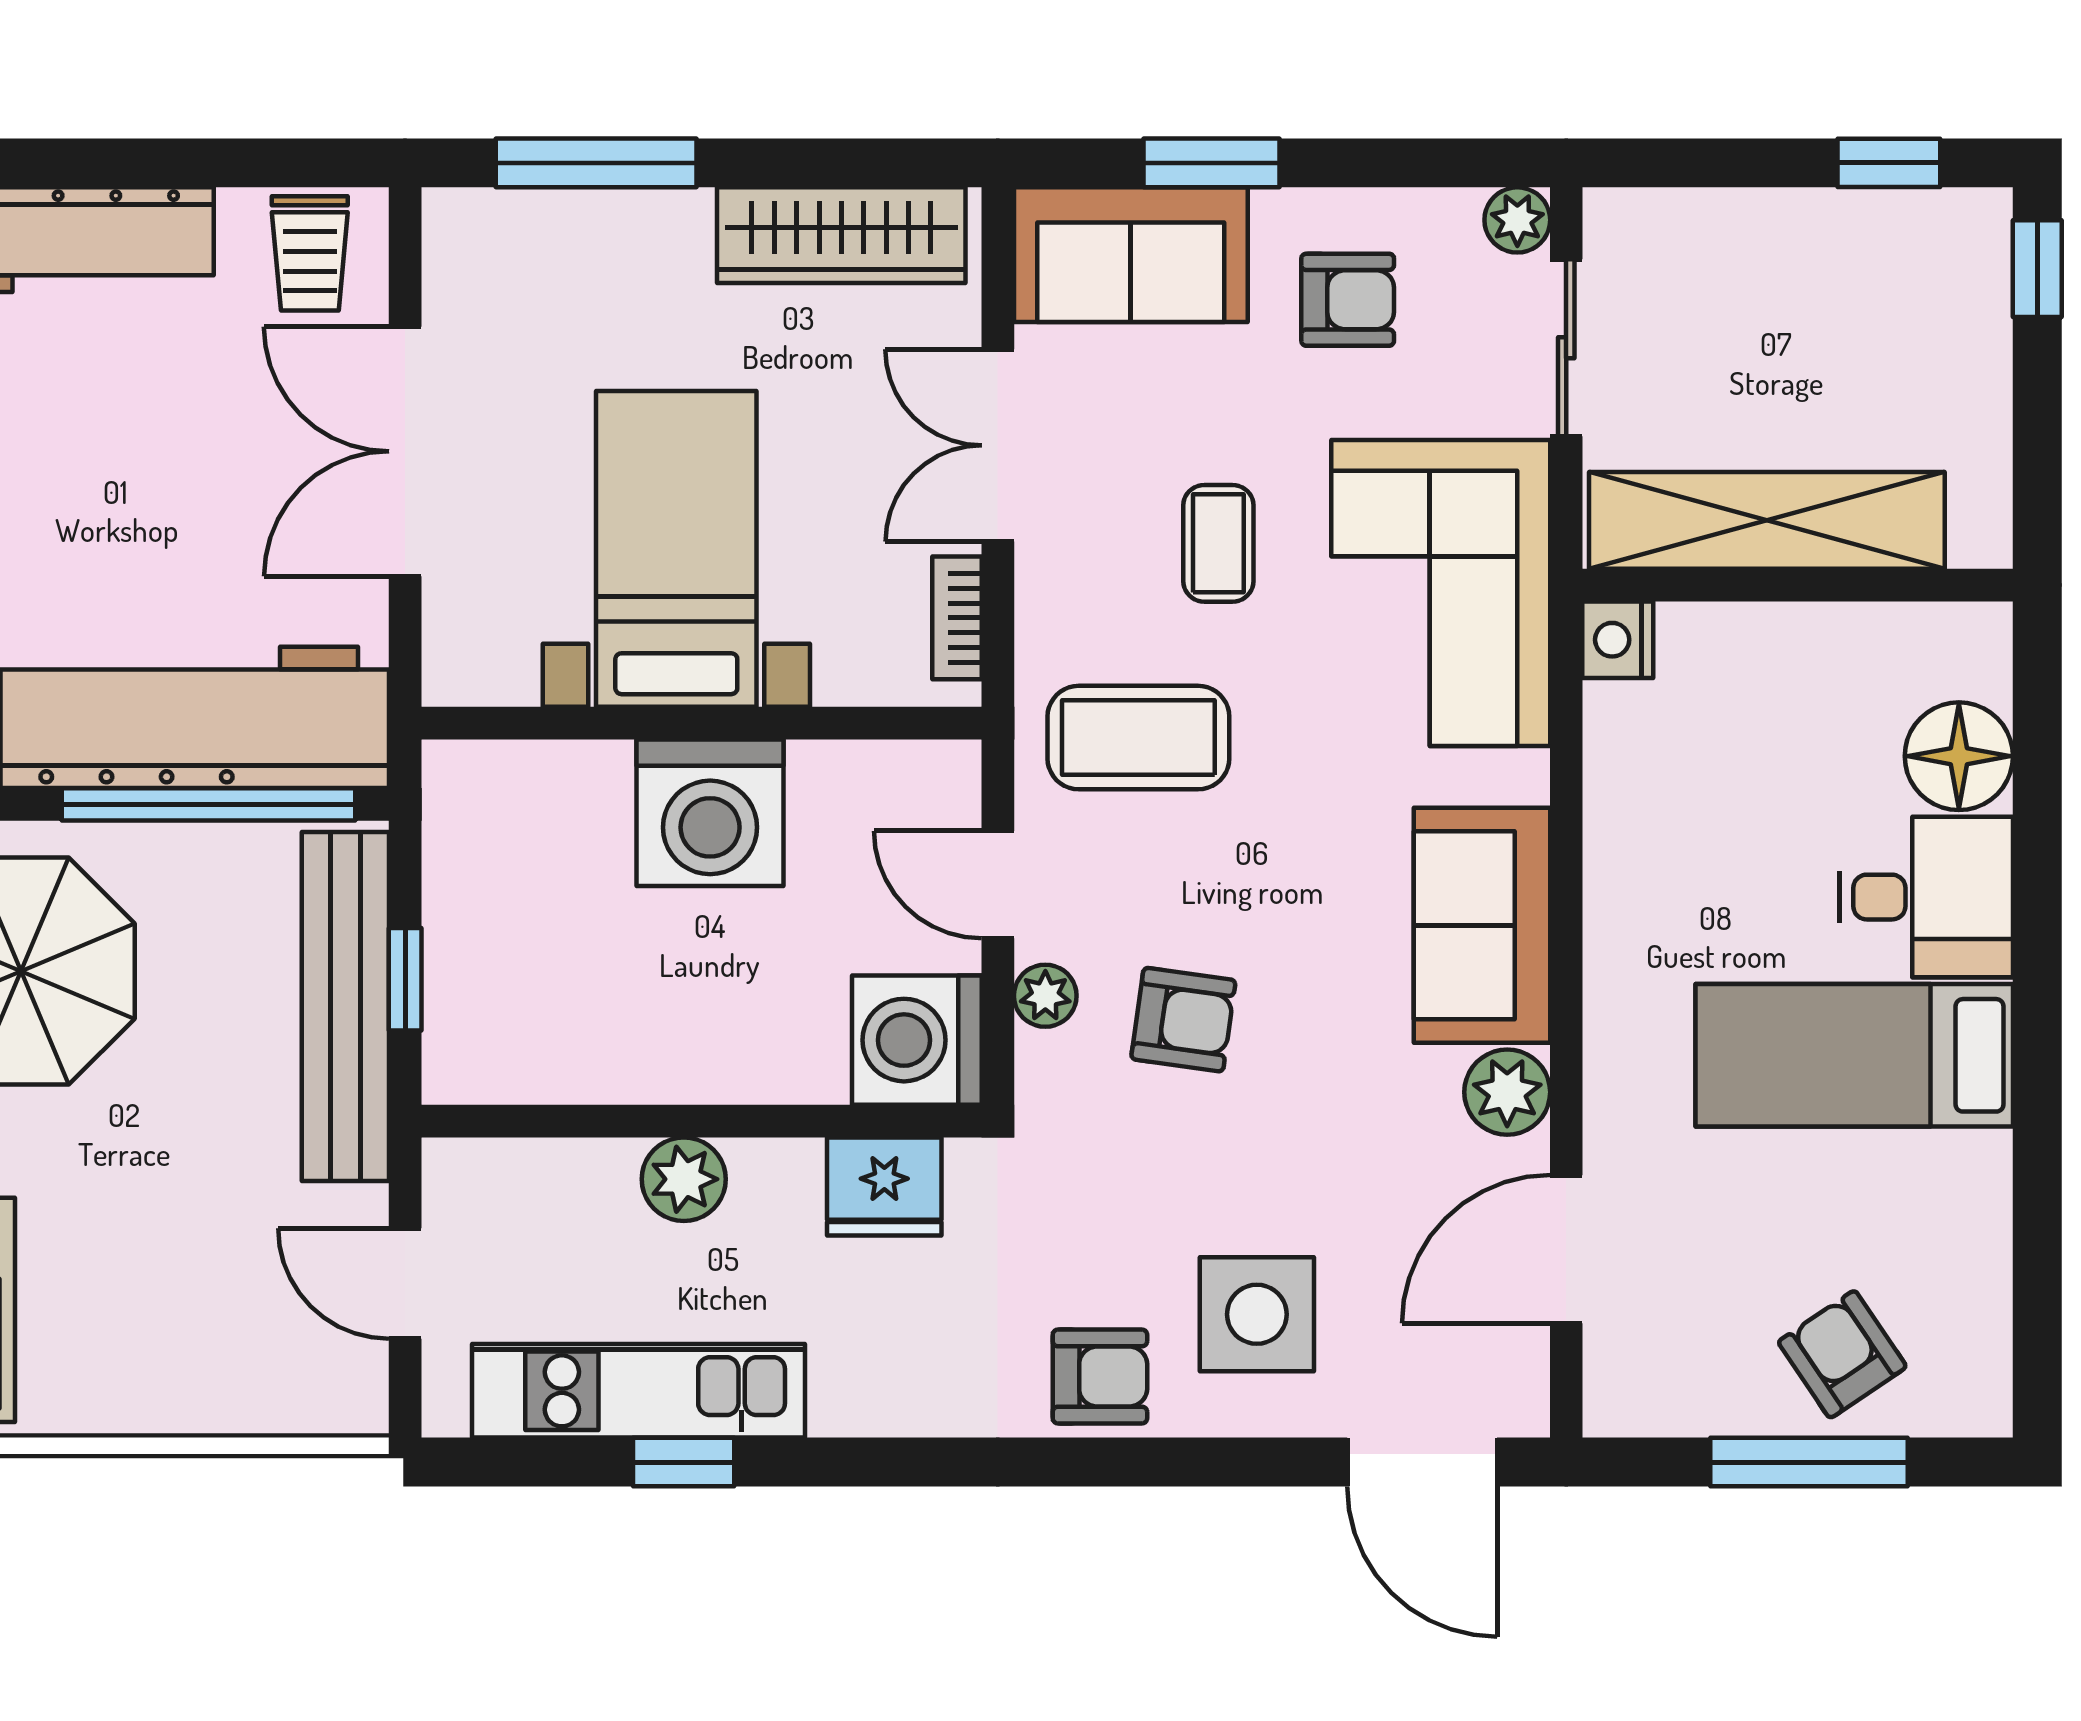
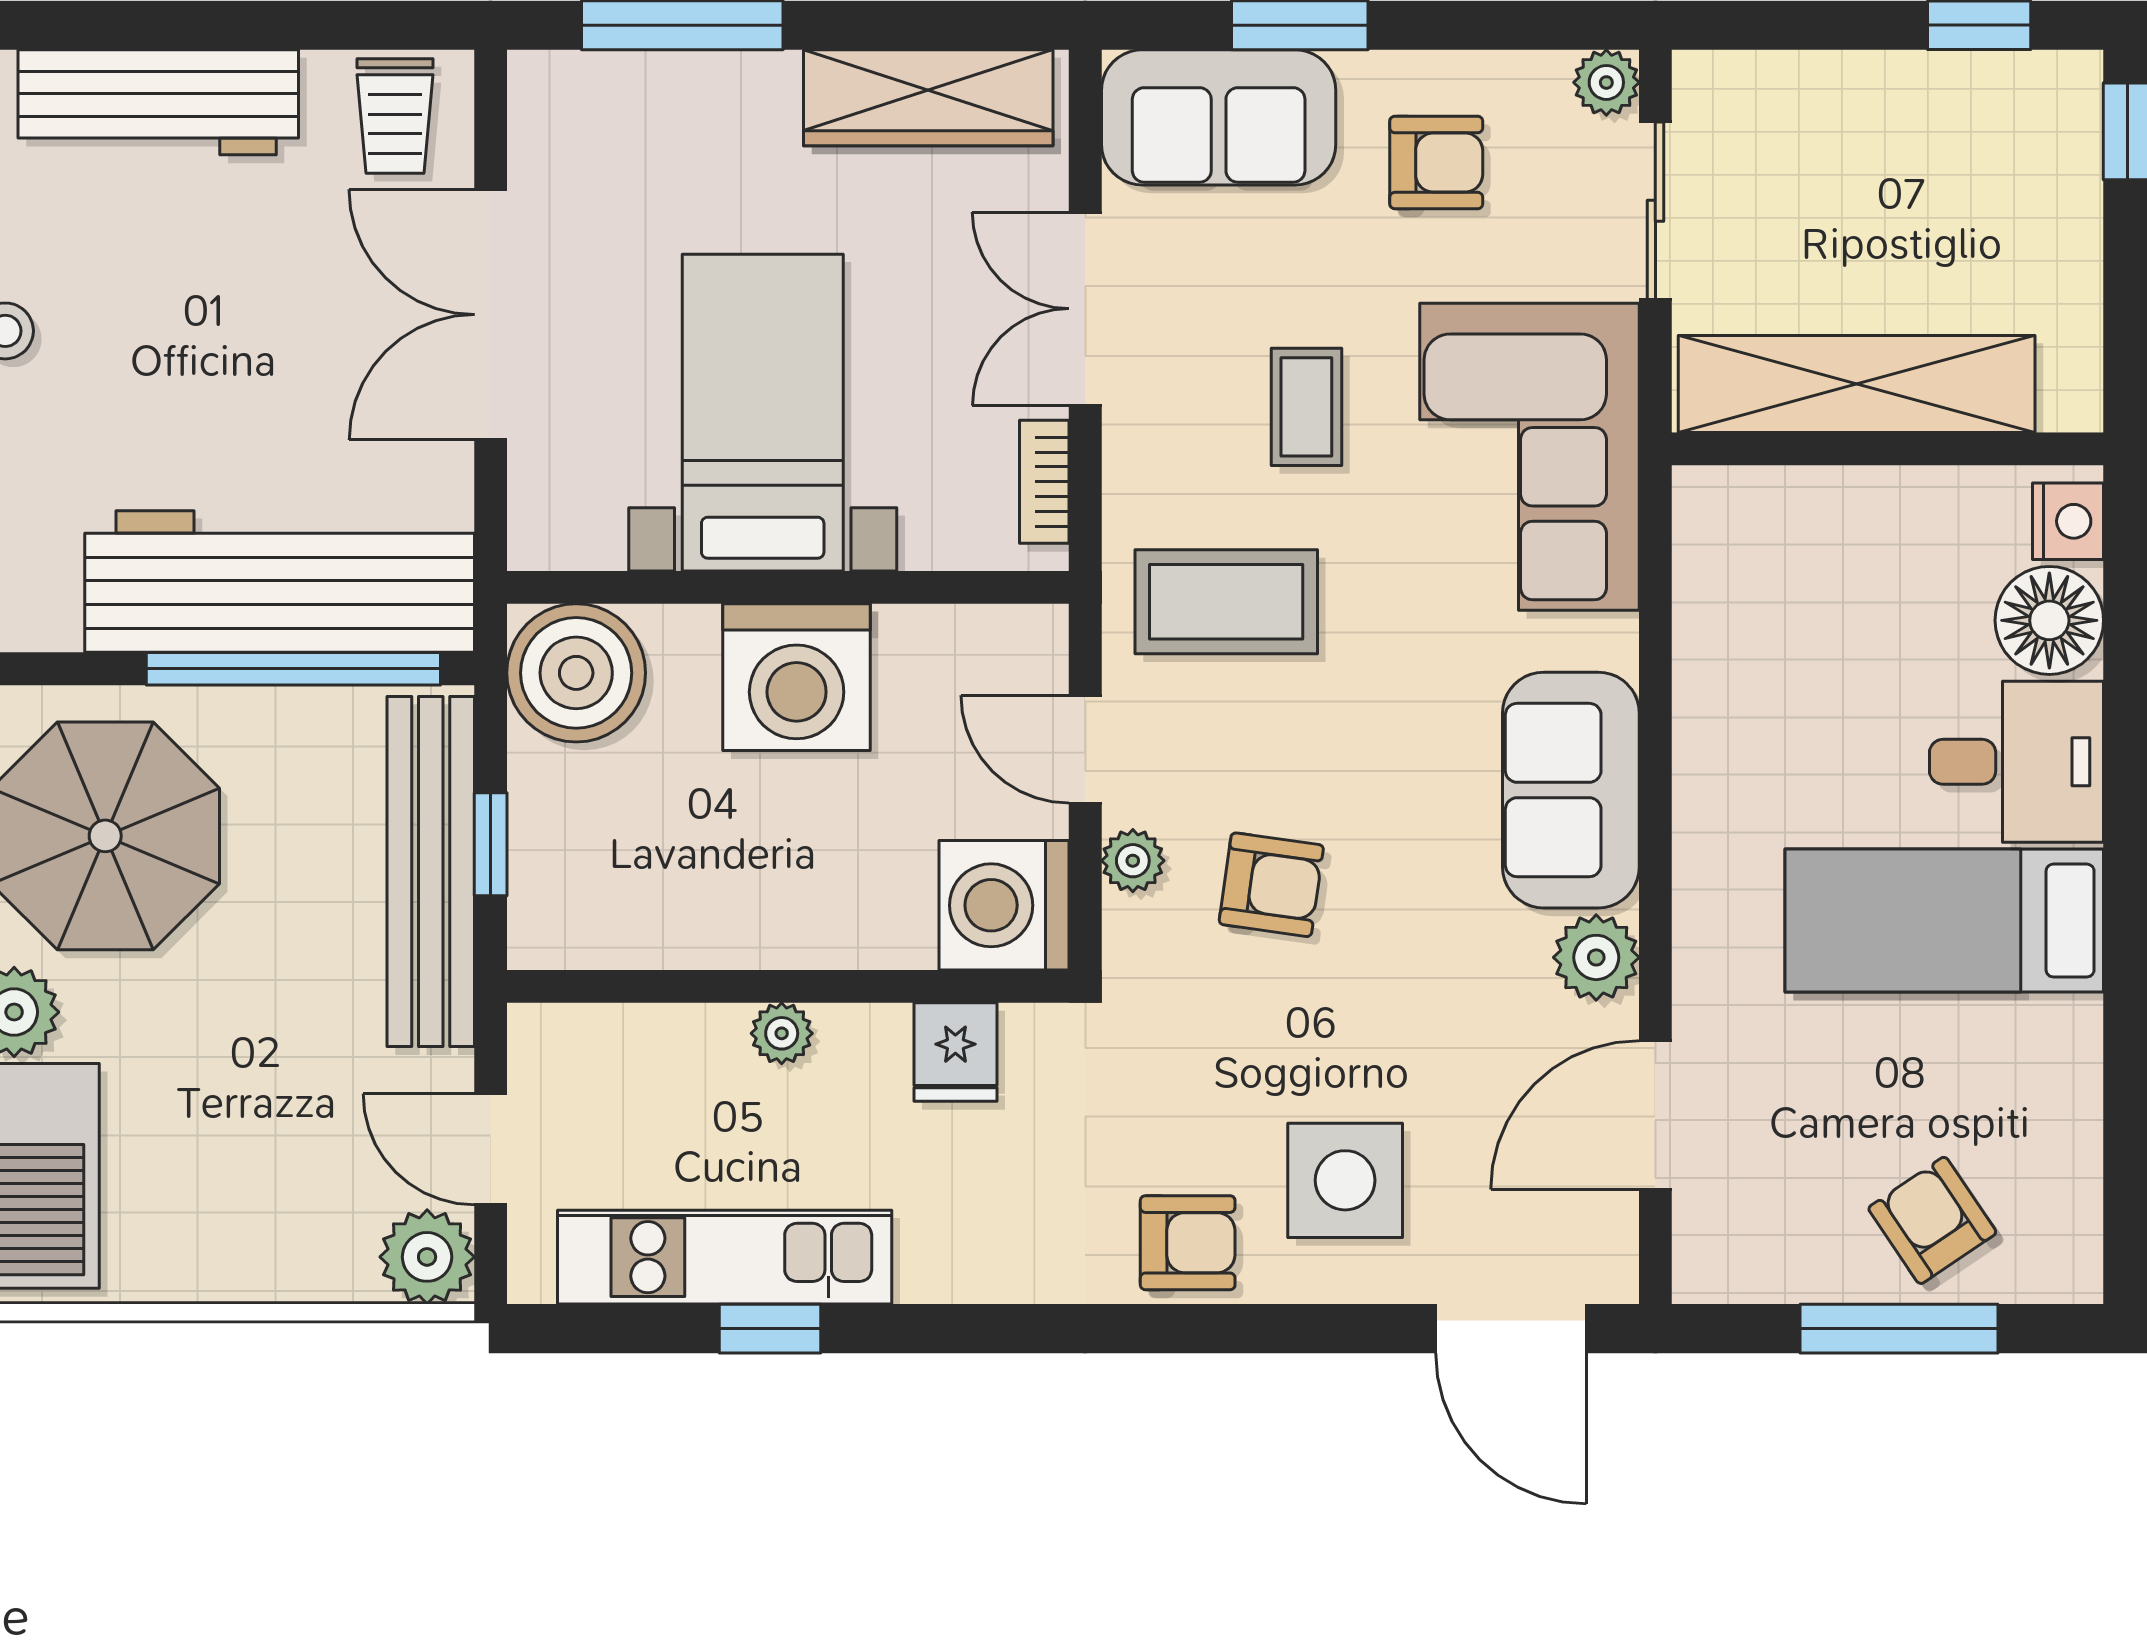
nightstand: (1618, 640) -> (2068, 521), moved, turned 180
boiler: (490, 808) -> (576, 673), added
plant: (684, 1179) -> (782, 1033), width x0.73, depth x0.73
fridge: (884, 1186) -> (955, 1052), width x0.72
plant: (342, 1391) -> (427, 1257), added

